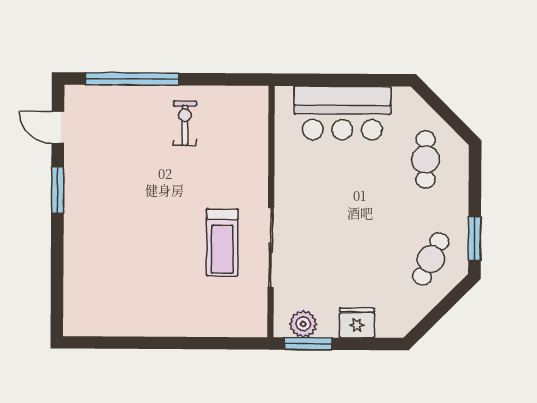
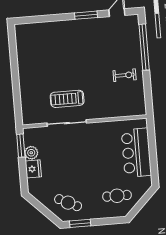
plant: (303, 324) -> (31, 153), moved

